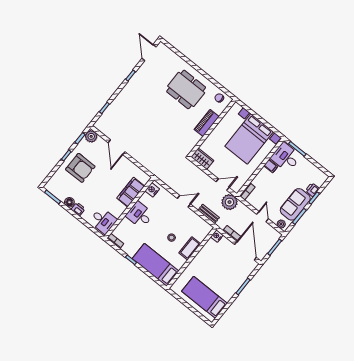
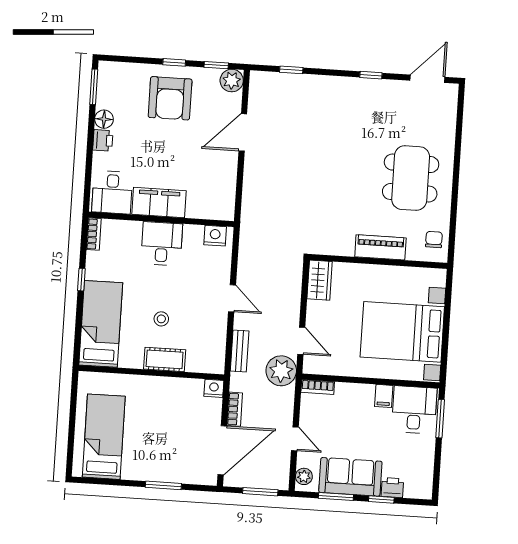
filing cabinet: (131, 192) -> (159, 203), moved
door: (263, 217) -> (295, 439), hinge flipped

